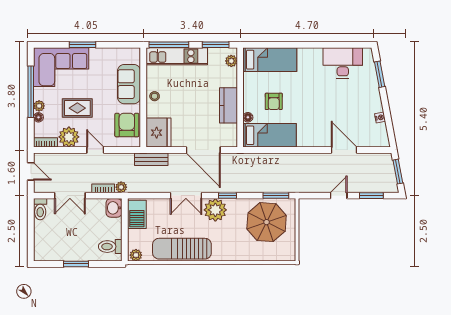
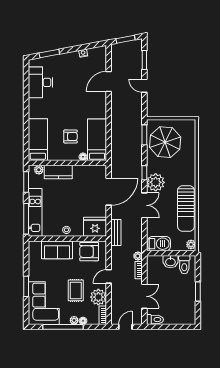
kitchen counter: (228, 105) -> (58, 172), moved
washbasin: (114, 208) -> (170, 262), moved

